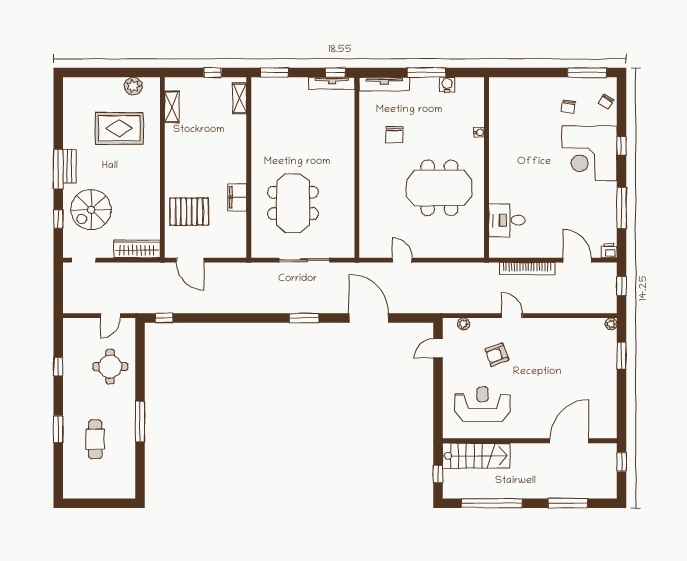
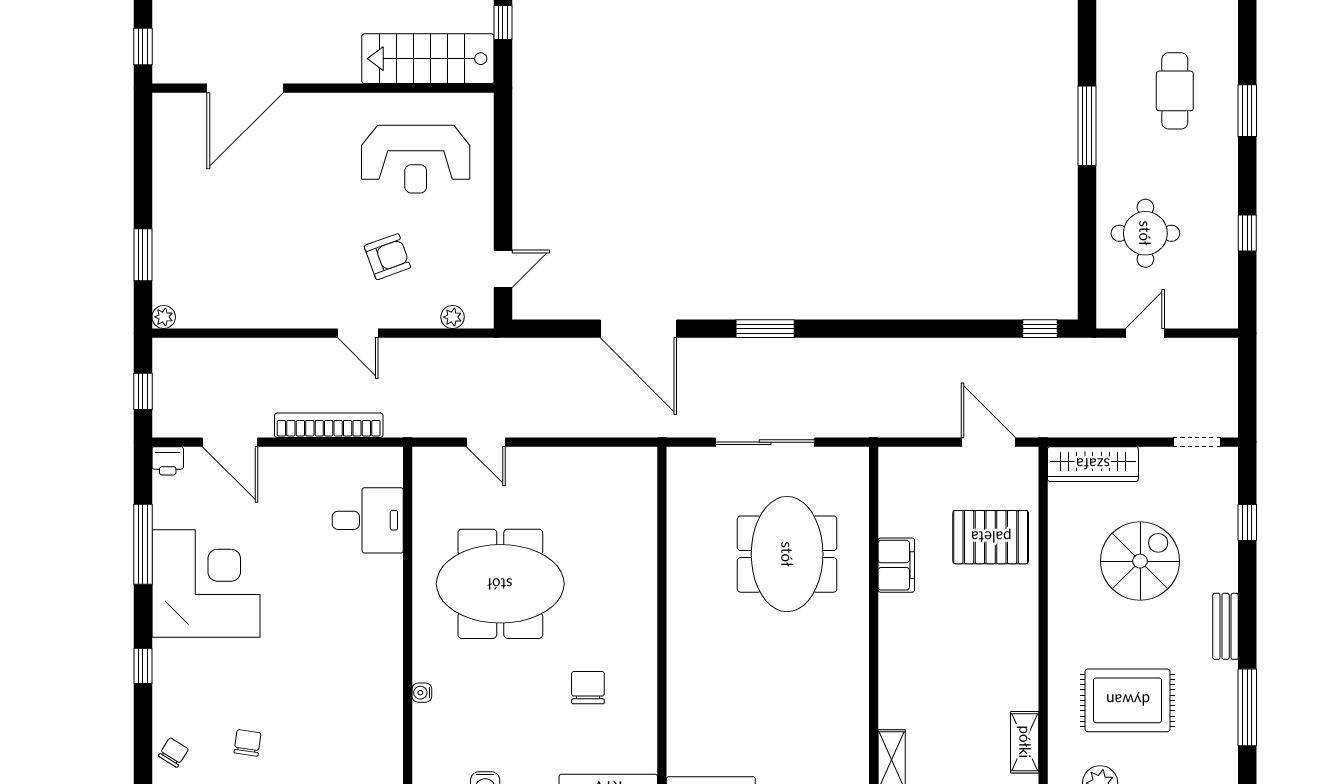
corner desk: (589, 153) -> (206, 584), moved
window: (58, 169) -> (1247, 707), moved
spiral stairs: (91, 210) -> (1140, 561), moved
door: (402, 260) -> (486, 442), moved

